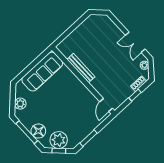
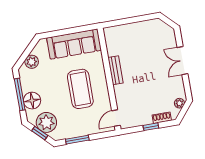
double door: (135, 42) -> (183, 61), moved
bench: (81, 68) -> (115, 70), width x0.73
coffee table: (67, 101) -> (80, 89), added

